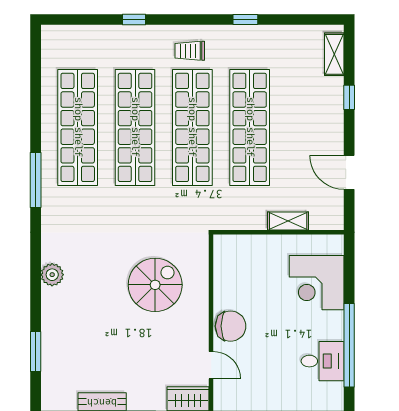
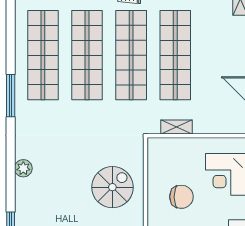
shelving: (288, 221) -> (177, 127), moved
spiral stairs: (155, 285) -> (112, 187), moved
chair: (231, 326) -> (181, 197), moved

